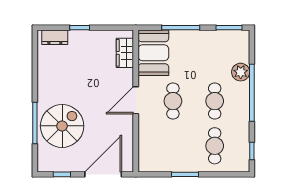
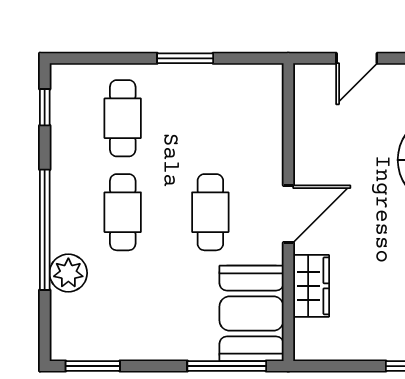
window: (181, 28) -> (227, 366), moved
wardrobe: (125, 53) -> (311, 286), moved
door: (103, 174) -> (357, 58), width x0.53

